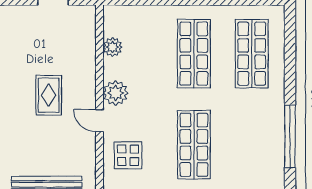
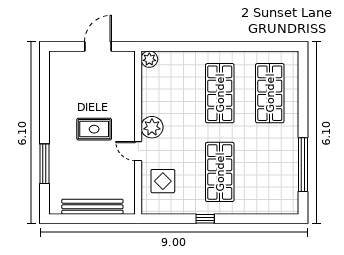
plant: (112, 47) -> (149, 59), moved
rug: (49, 95) -> (94, 129), turned 90

